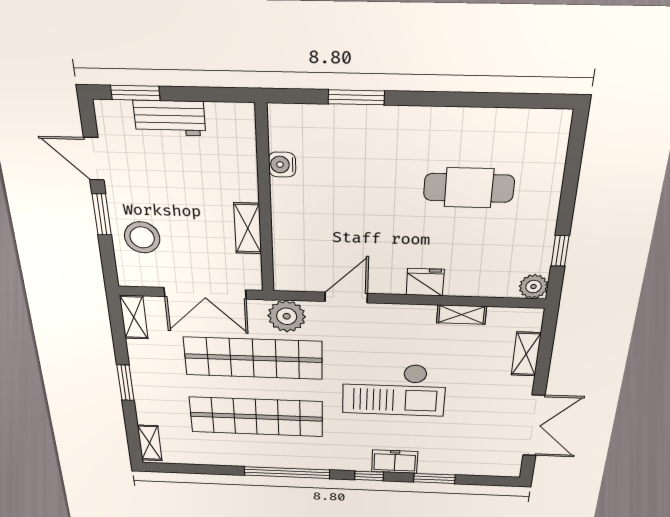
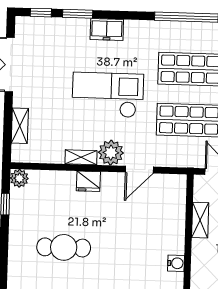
shelving: (462, 315) -> (81, 157), moved
plant: (287, 316) -> (111, 153), moved
window: (369, 476) -> (41, 13), moved

